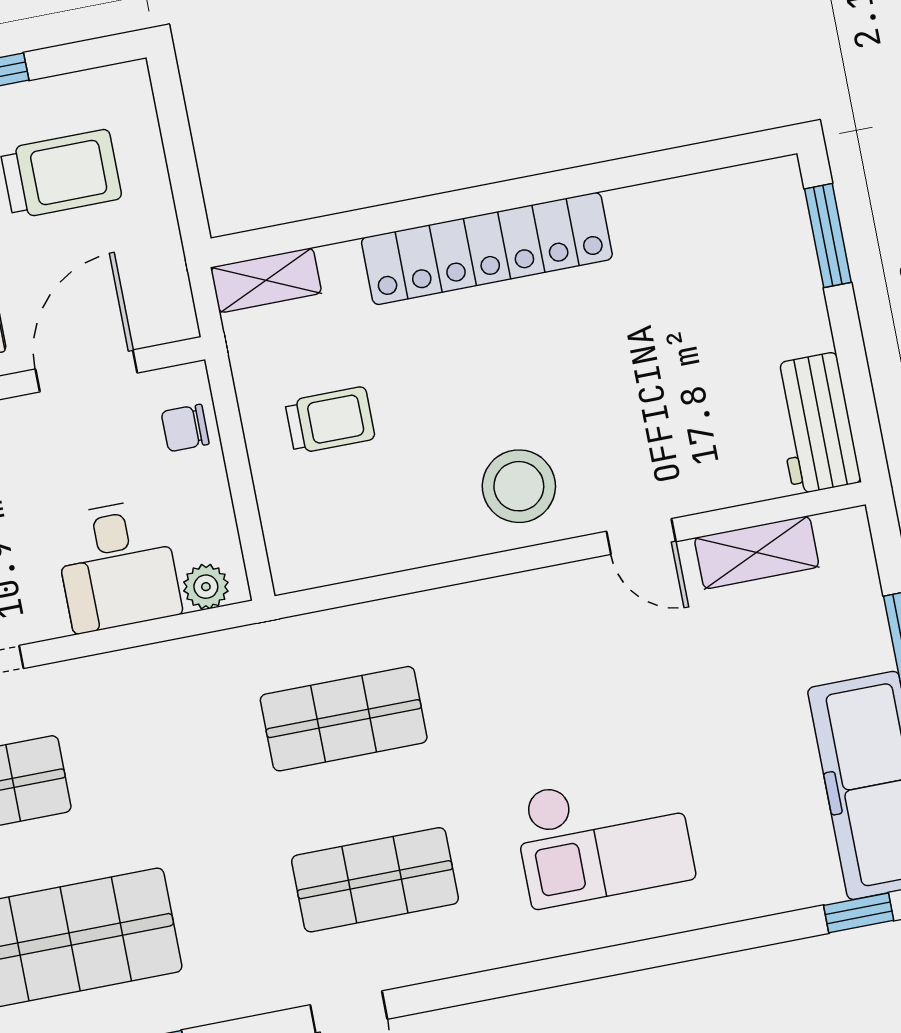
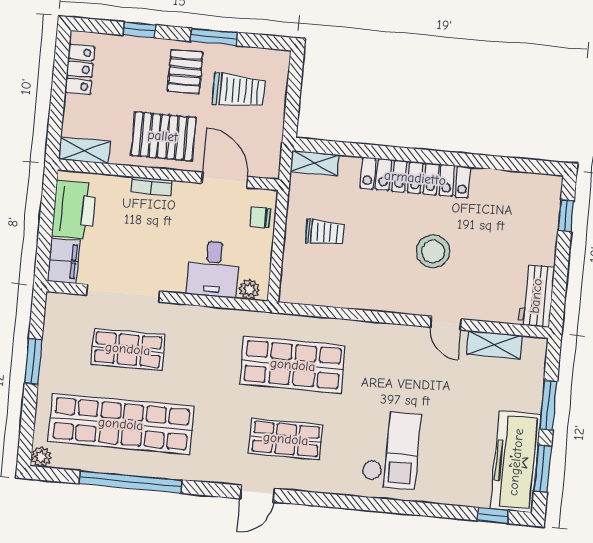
window: (828, 236) -> (566, 215), width x0.67
door: (86, 371) -> (225, 180), hinge flipped
stool: (519, 486) -> (433, 251), moved
shop shelf: (344, 719) -> (293, 365), width x1.43, depth x1.36
checkout: (604, 837) -> (391, 450), turned -90

